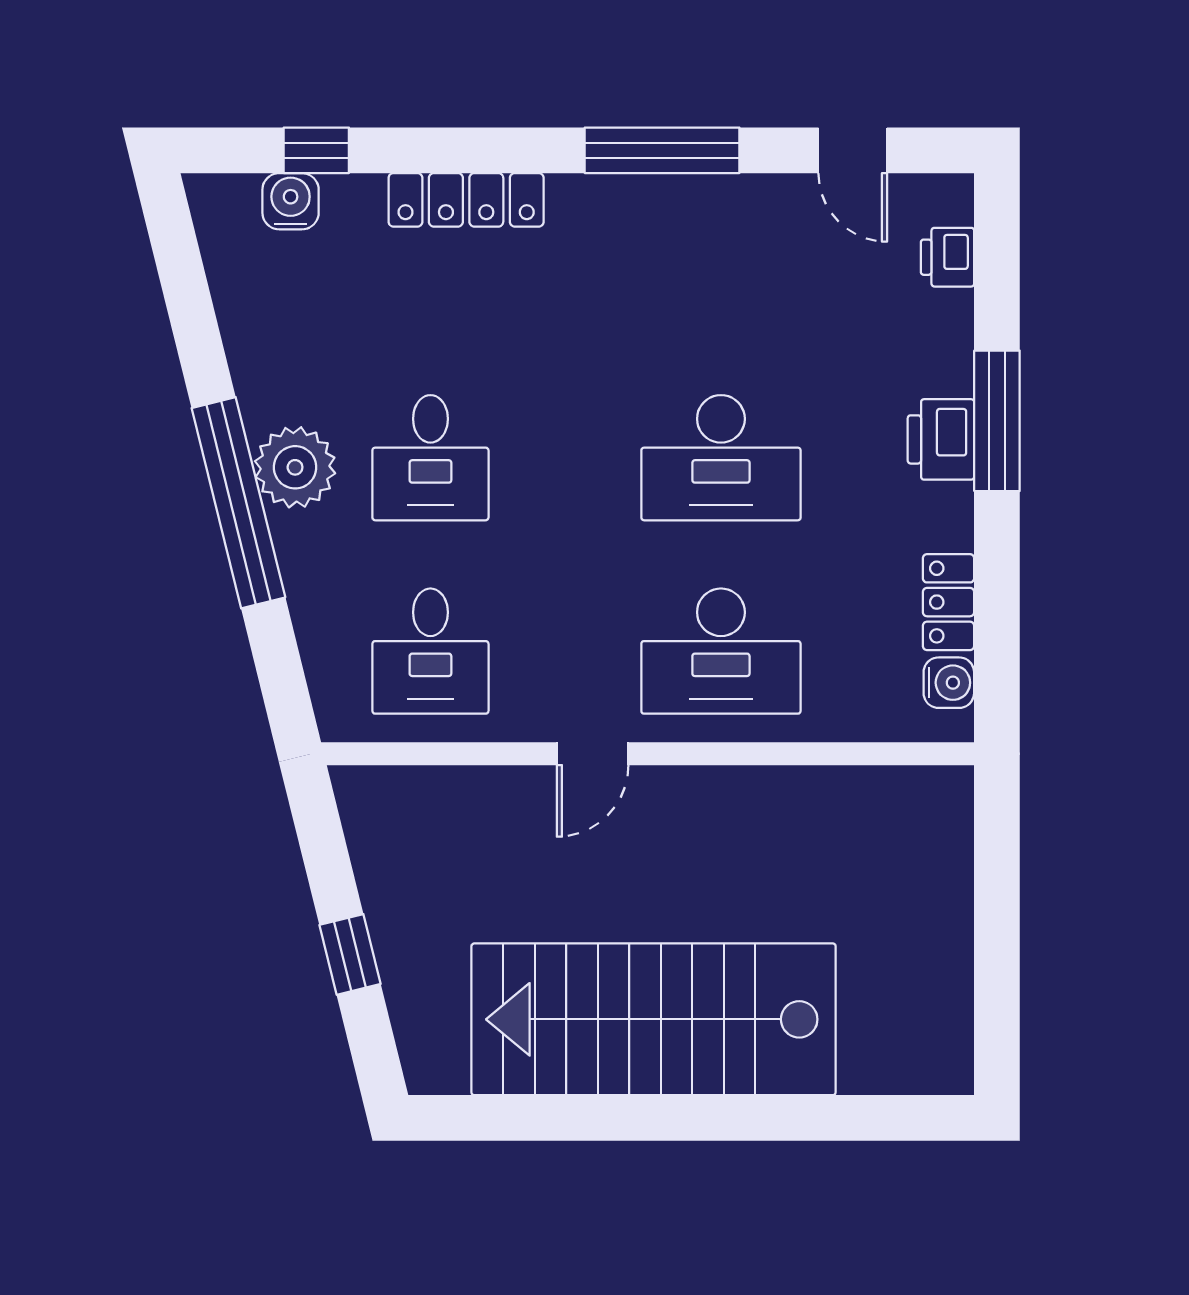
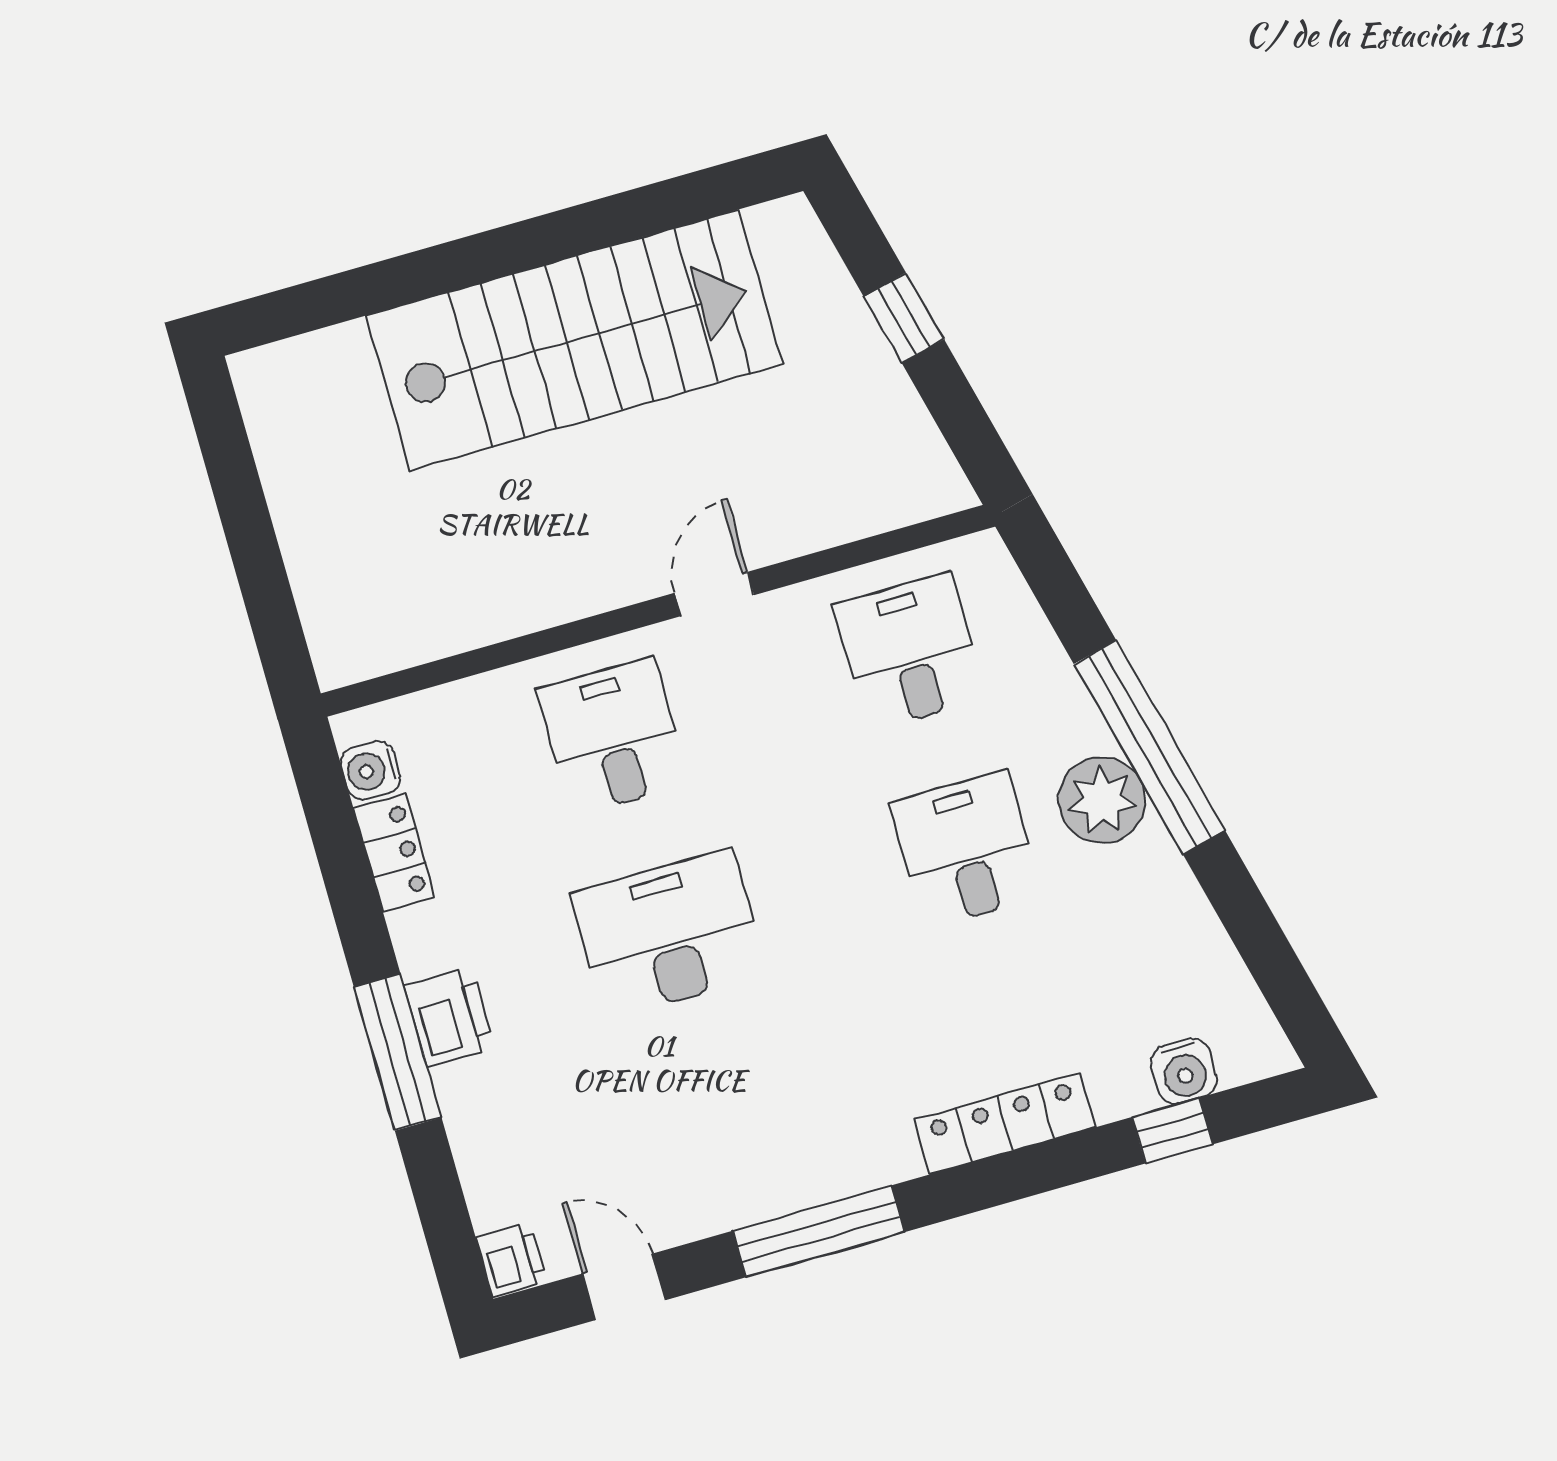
printer: (947, 257) -> (511, 1259), moved
desk: (721, 651) -> (613, 736), width x0.73

